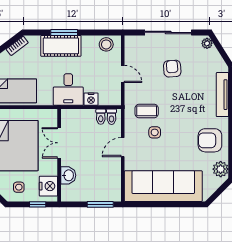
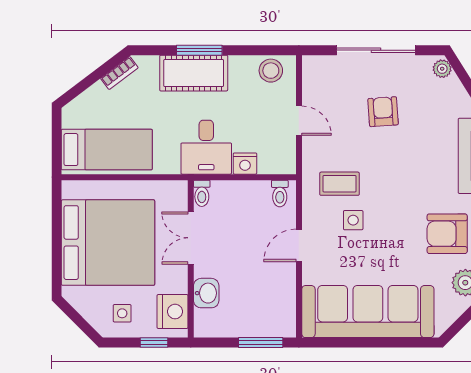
toilet: (101, 117) -> (202, 193), moved

